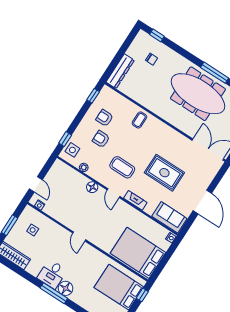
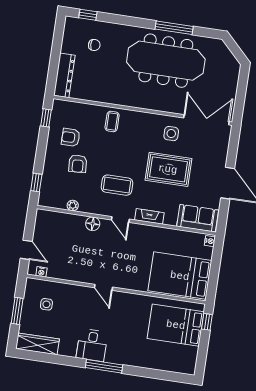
armchair: (101, 139) -> (78, 164), turned -93
side table: (72, 150) -> (171, 134), moved
floor lamp: (66, 288) -> (115, 354), removed

